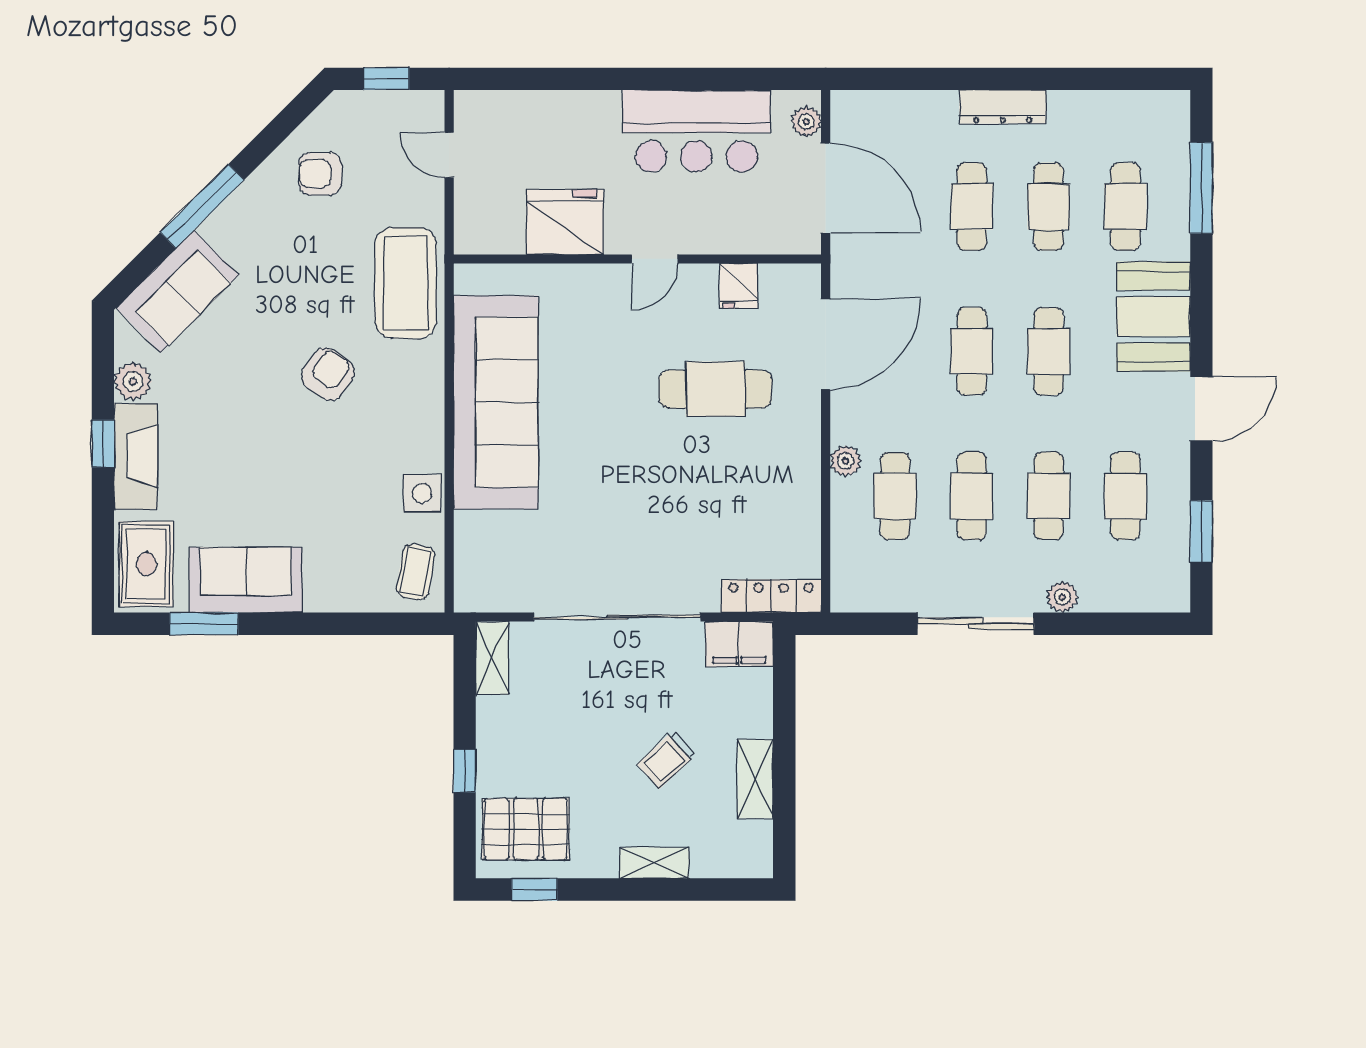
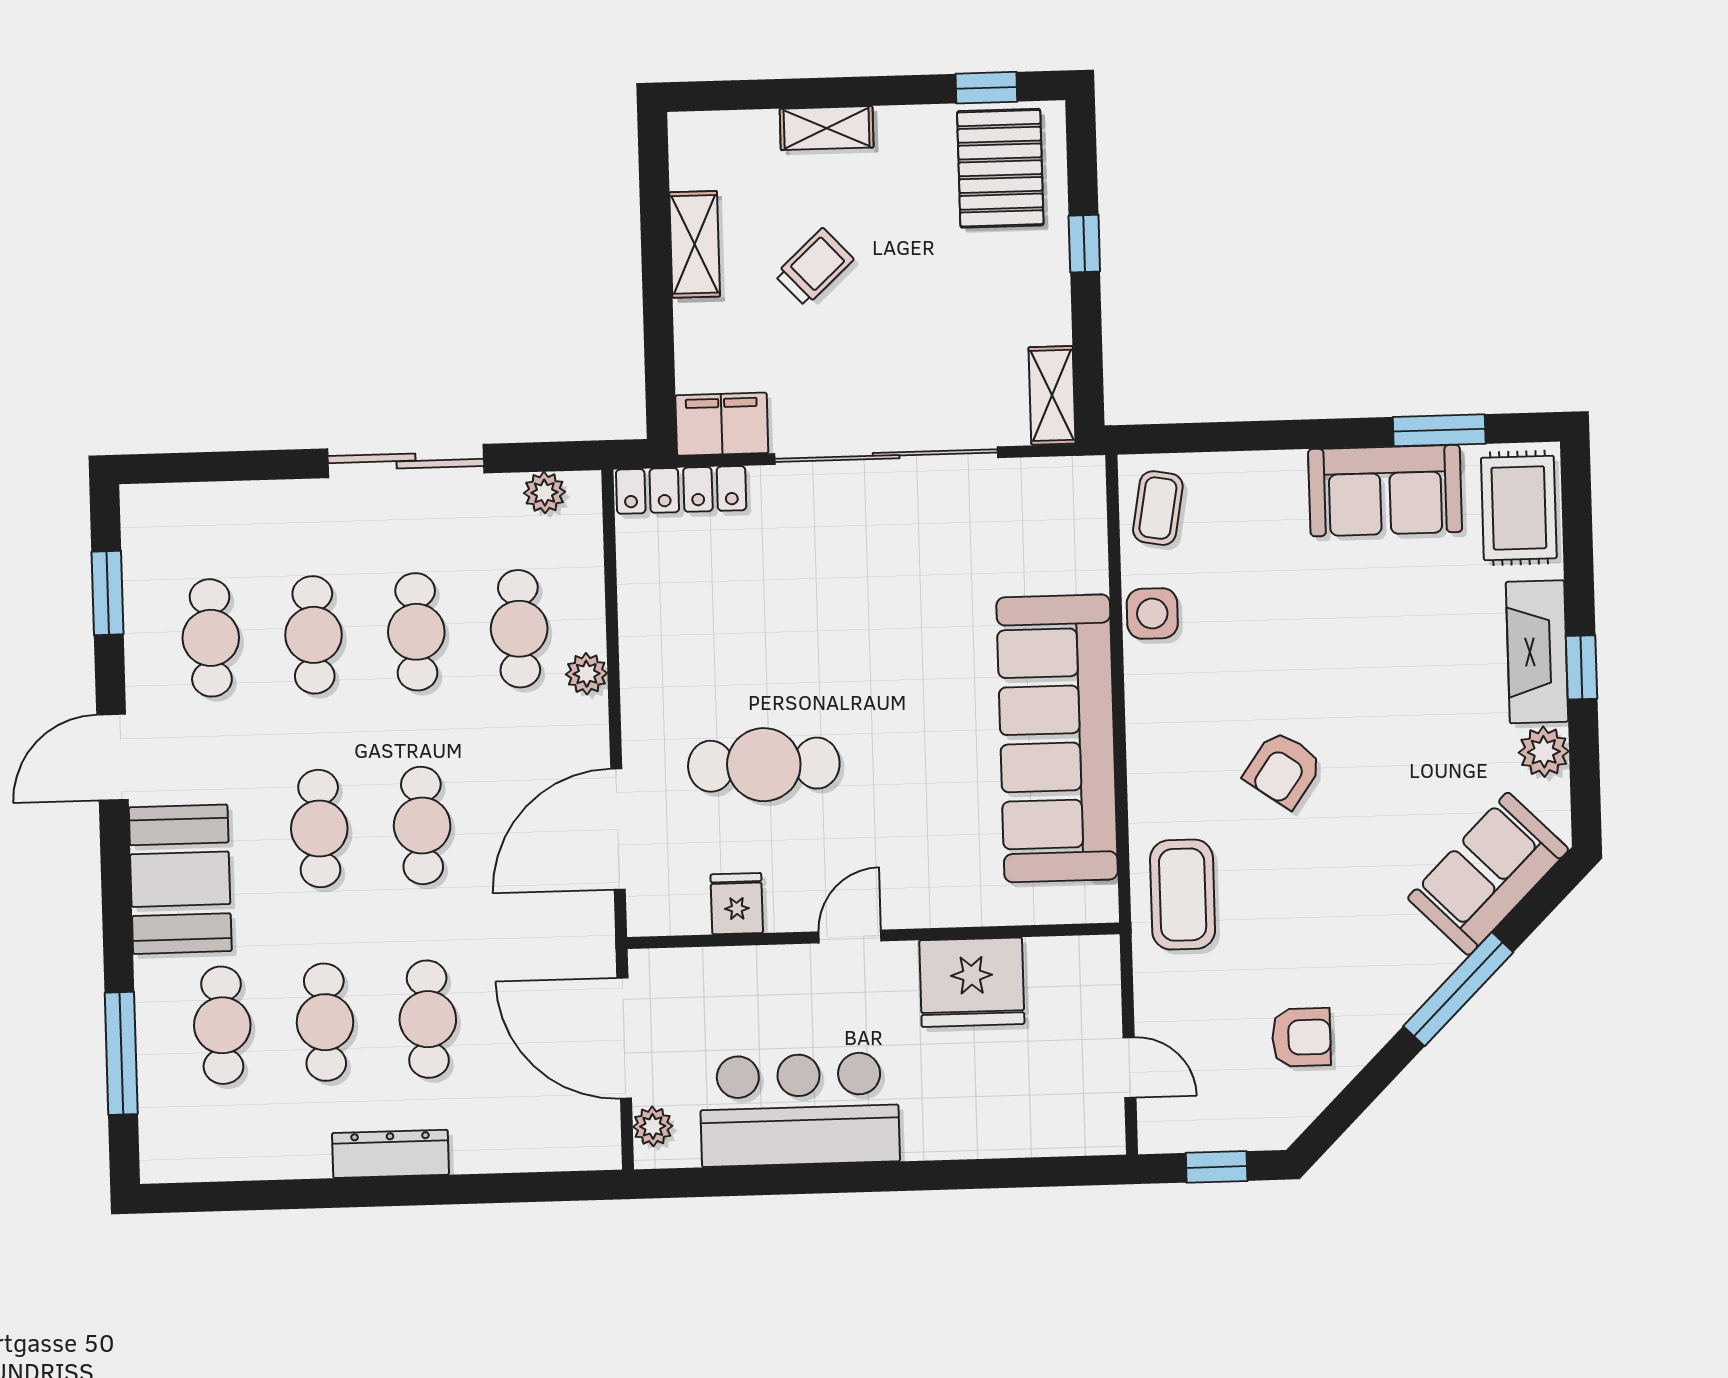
coffee table: (406, 283) -> (1183, 895), width x0.73, depth x0.76
plant: (1062, 597) -> (544, 493), moved
pallet: (526, 829) -> (1000, 168), turned 90

